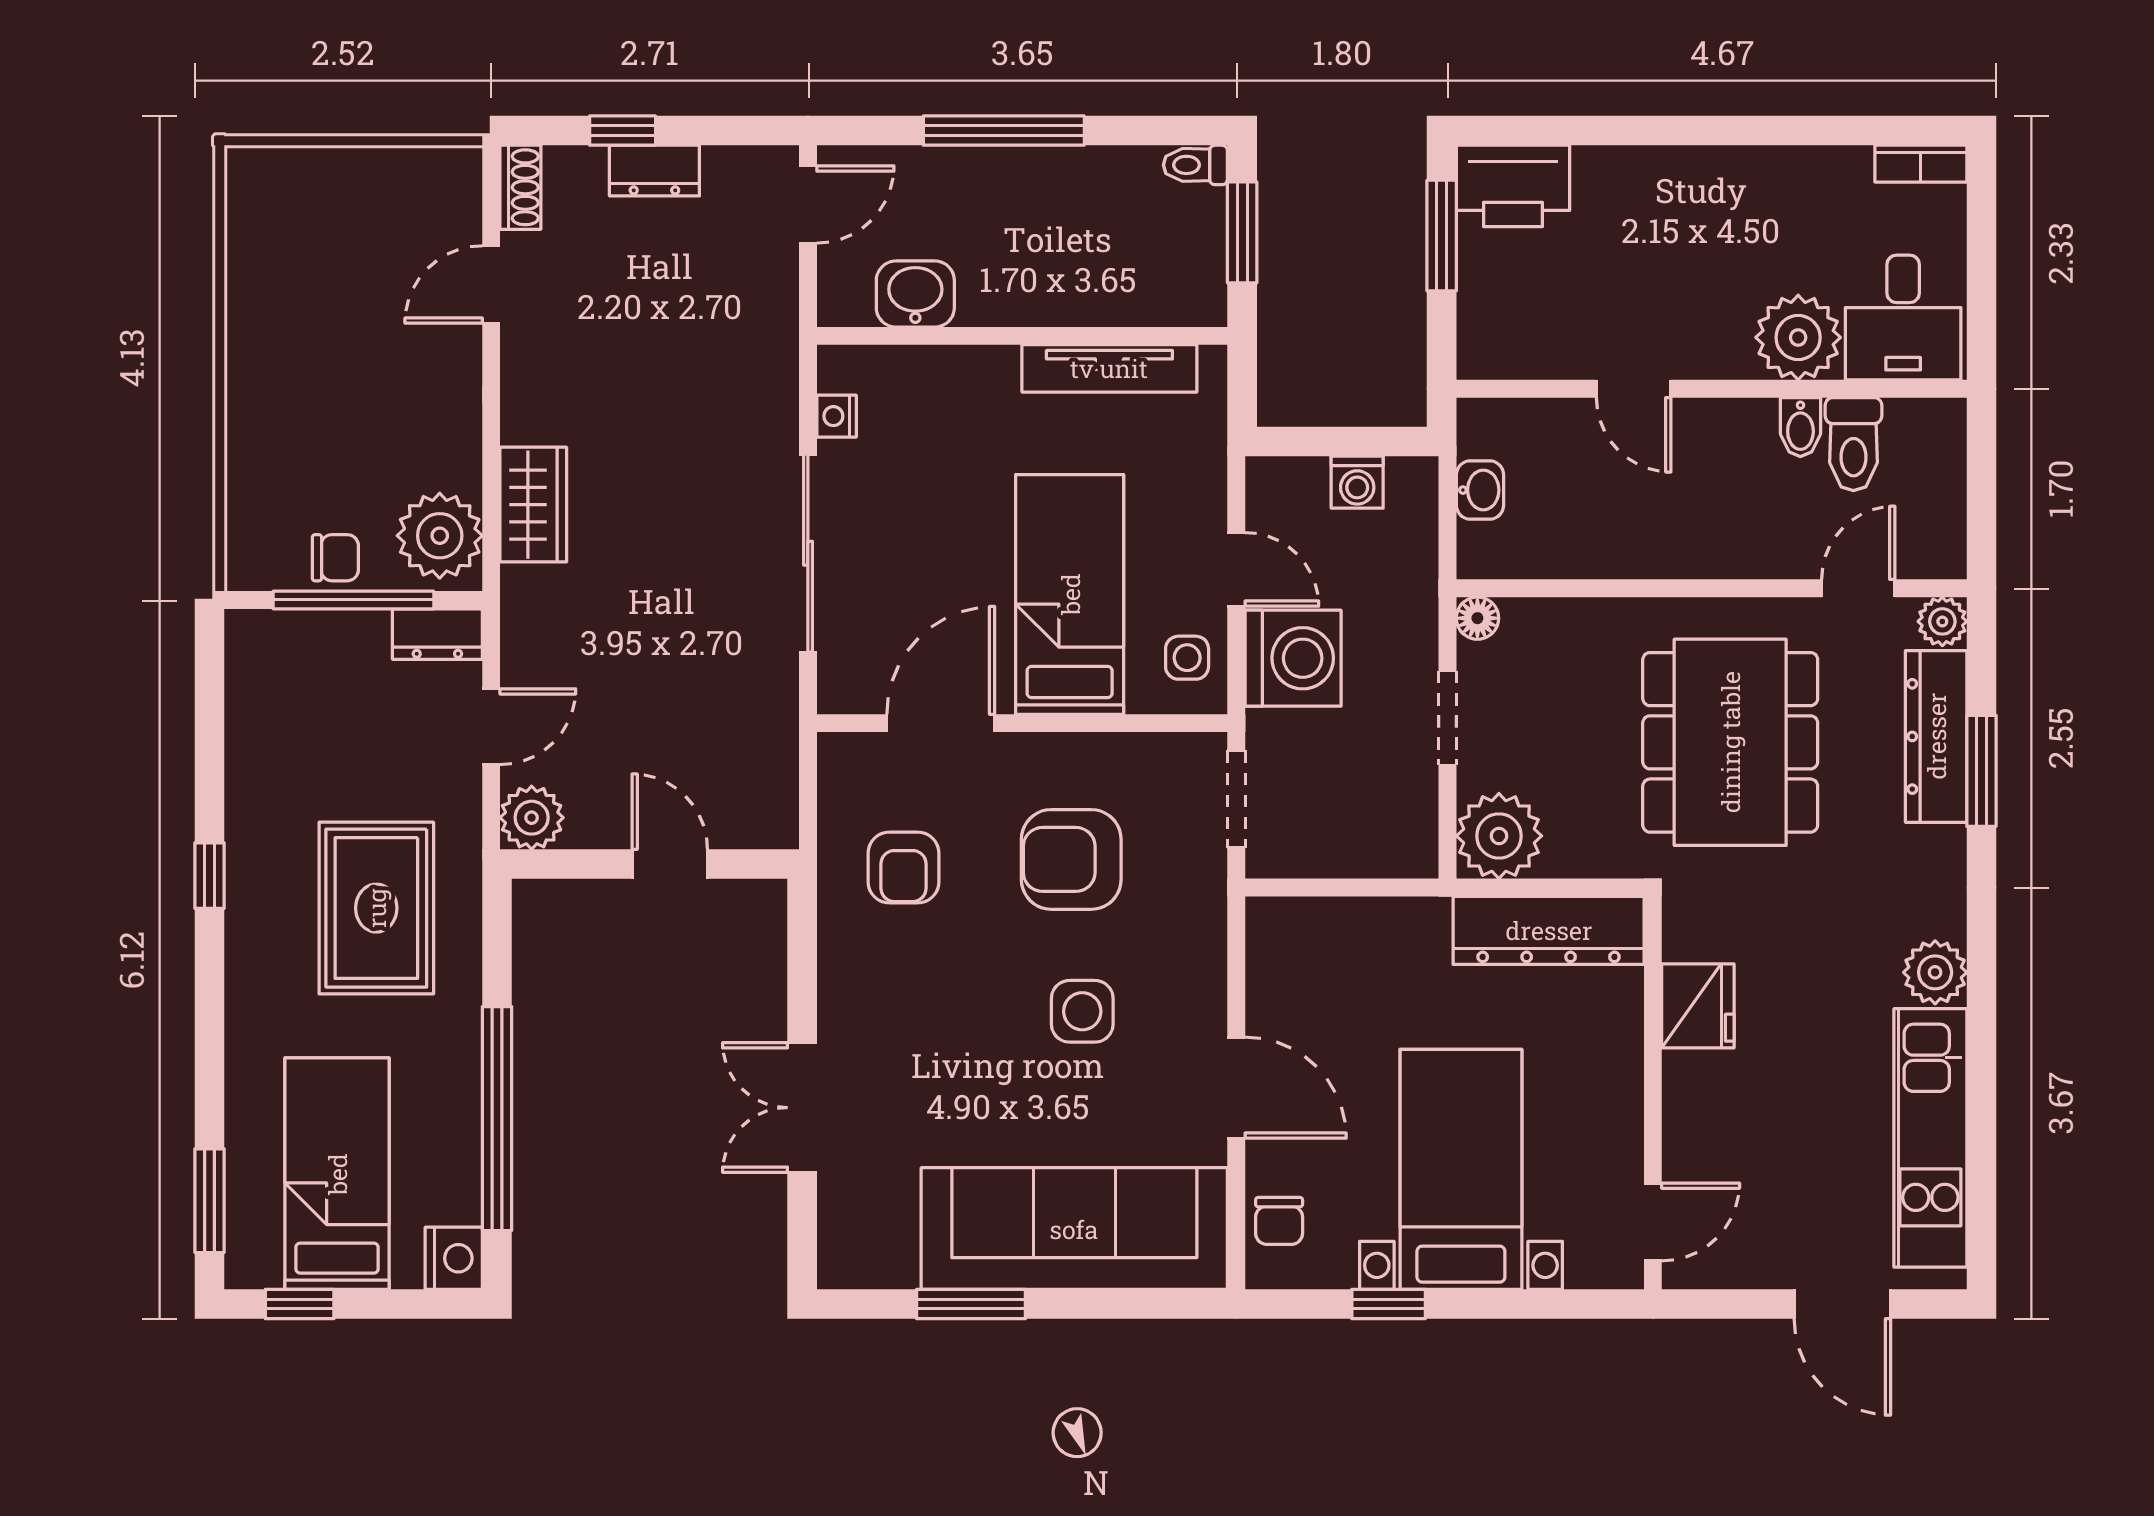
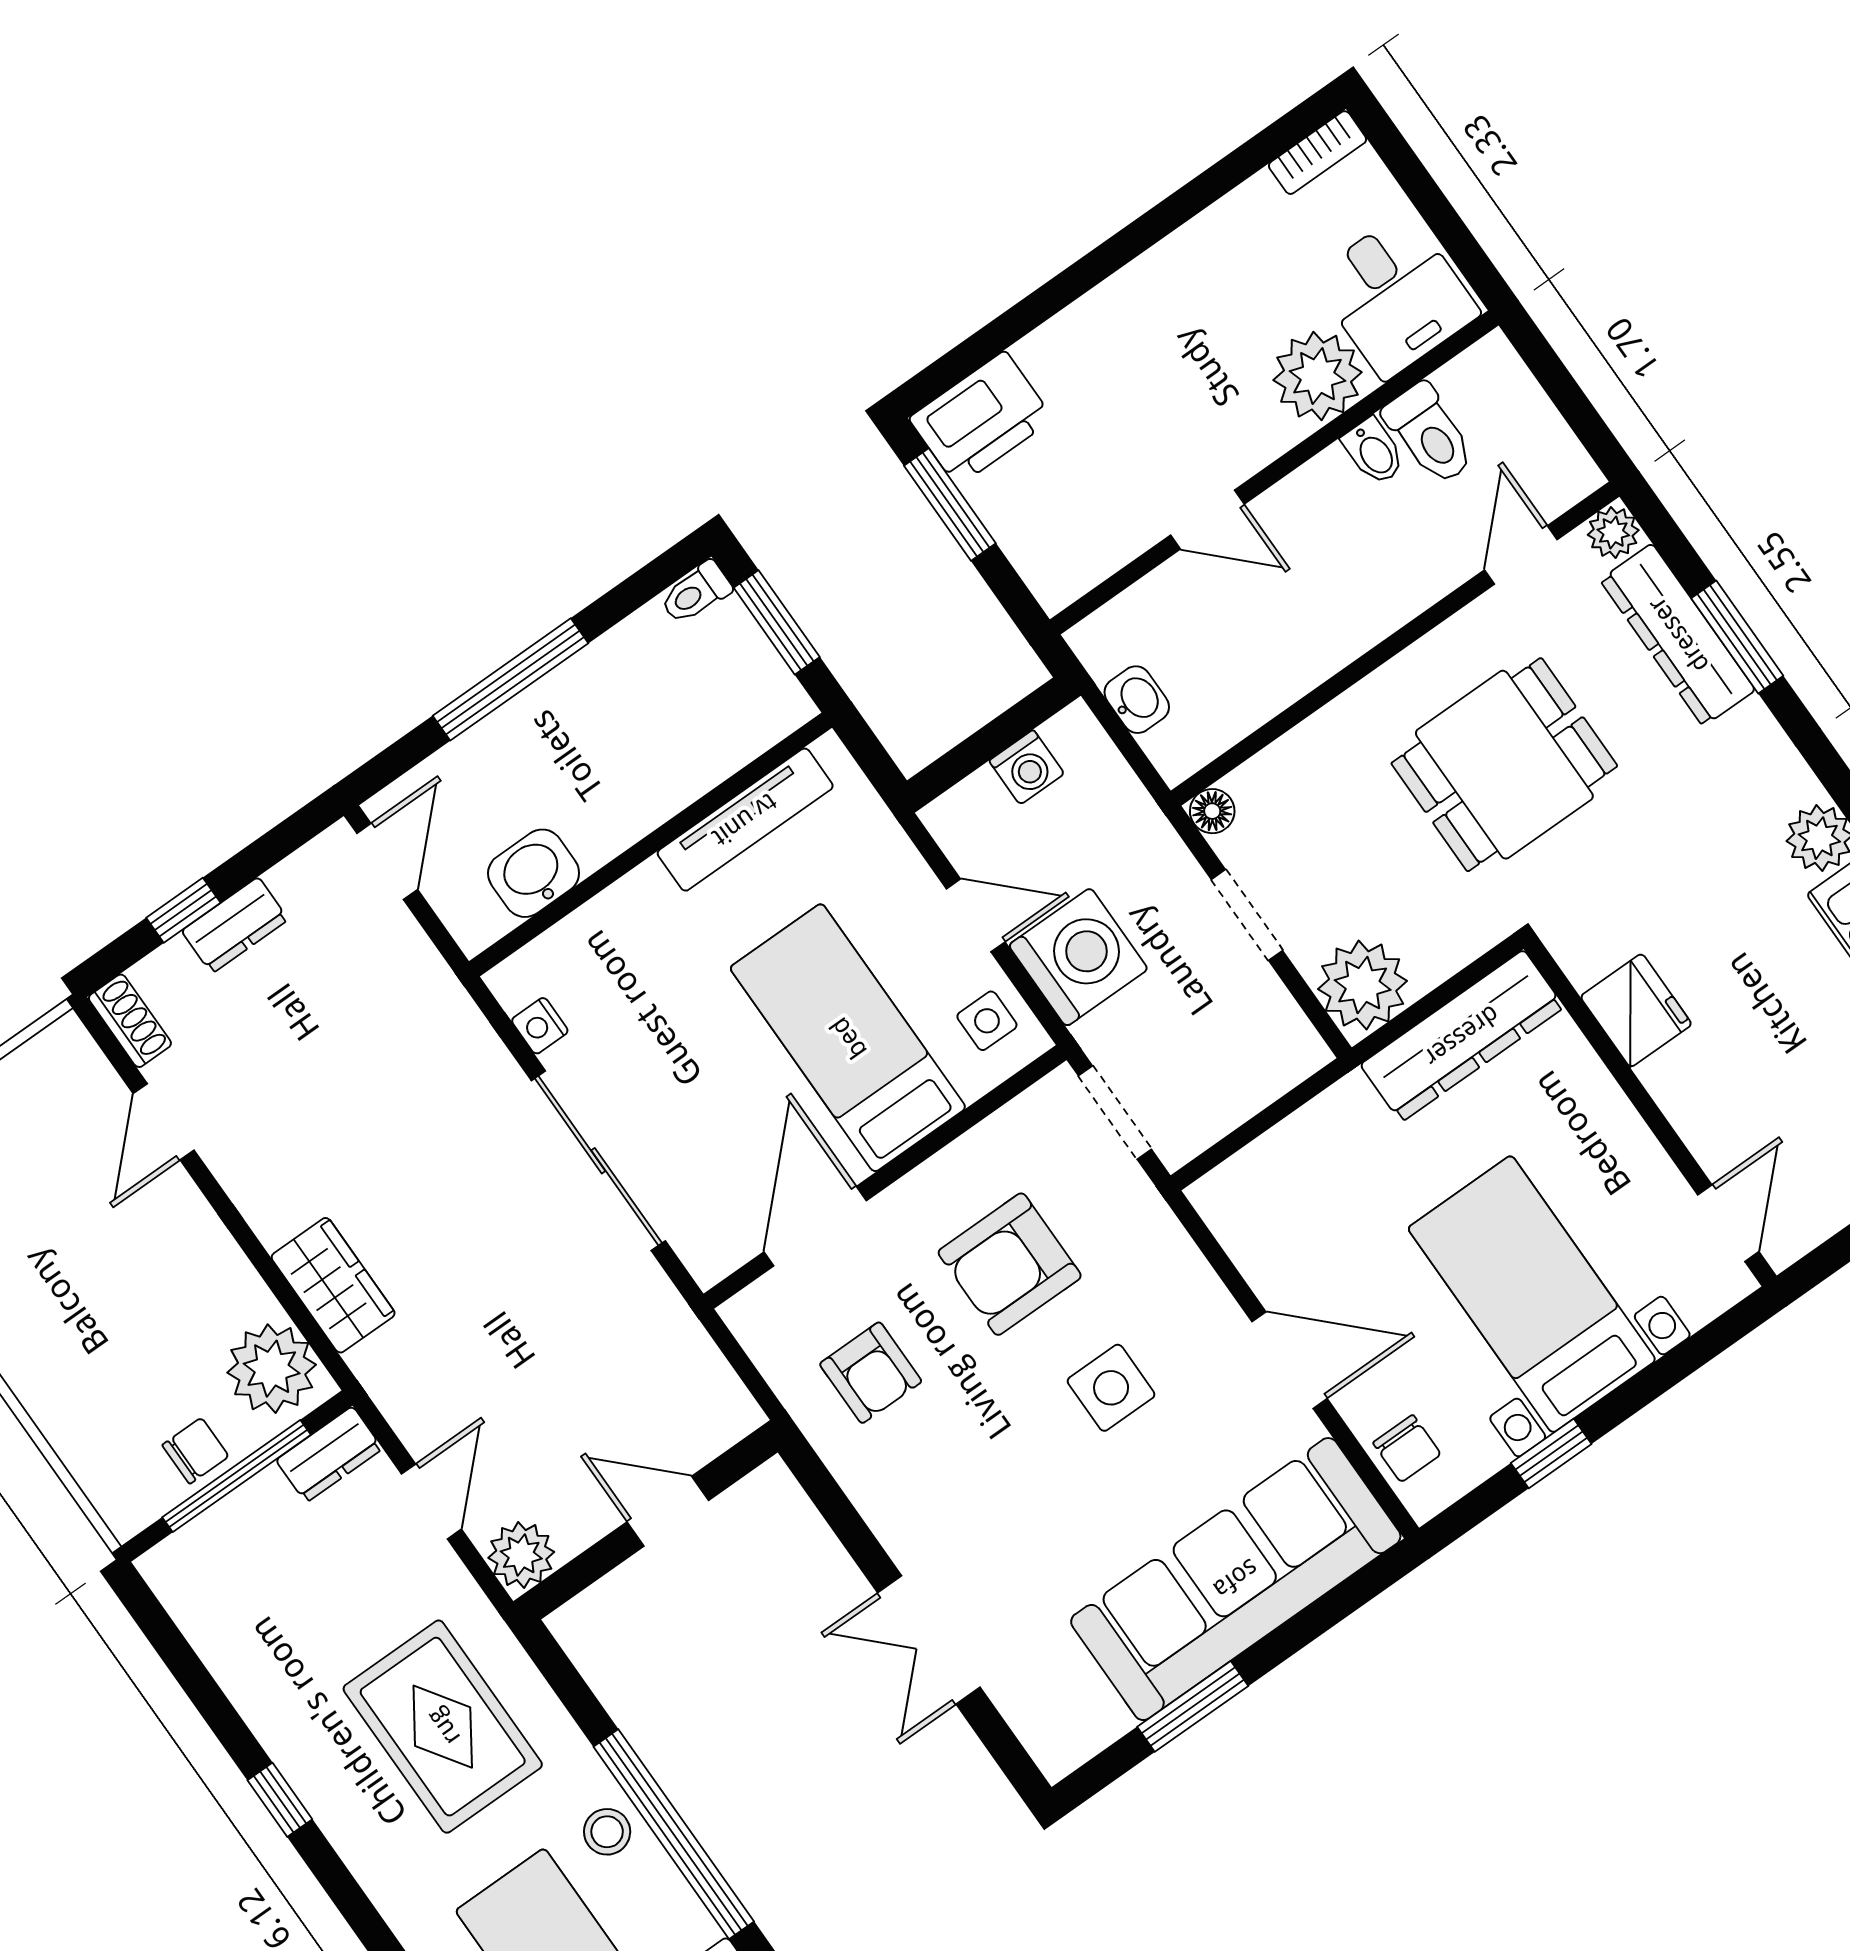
dining table: (1730, 742) -> (1504, 765), width x0.73
stool: (446, 1080) -> (607, 1832), added

